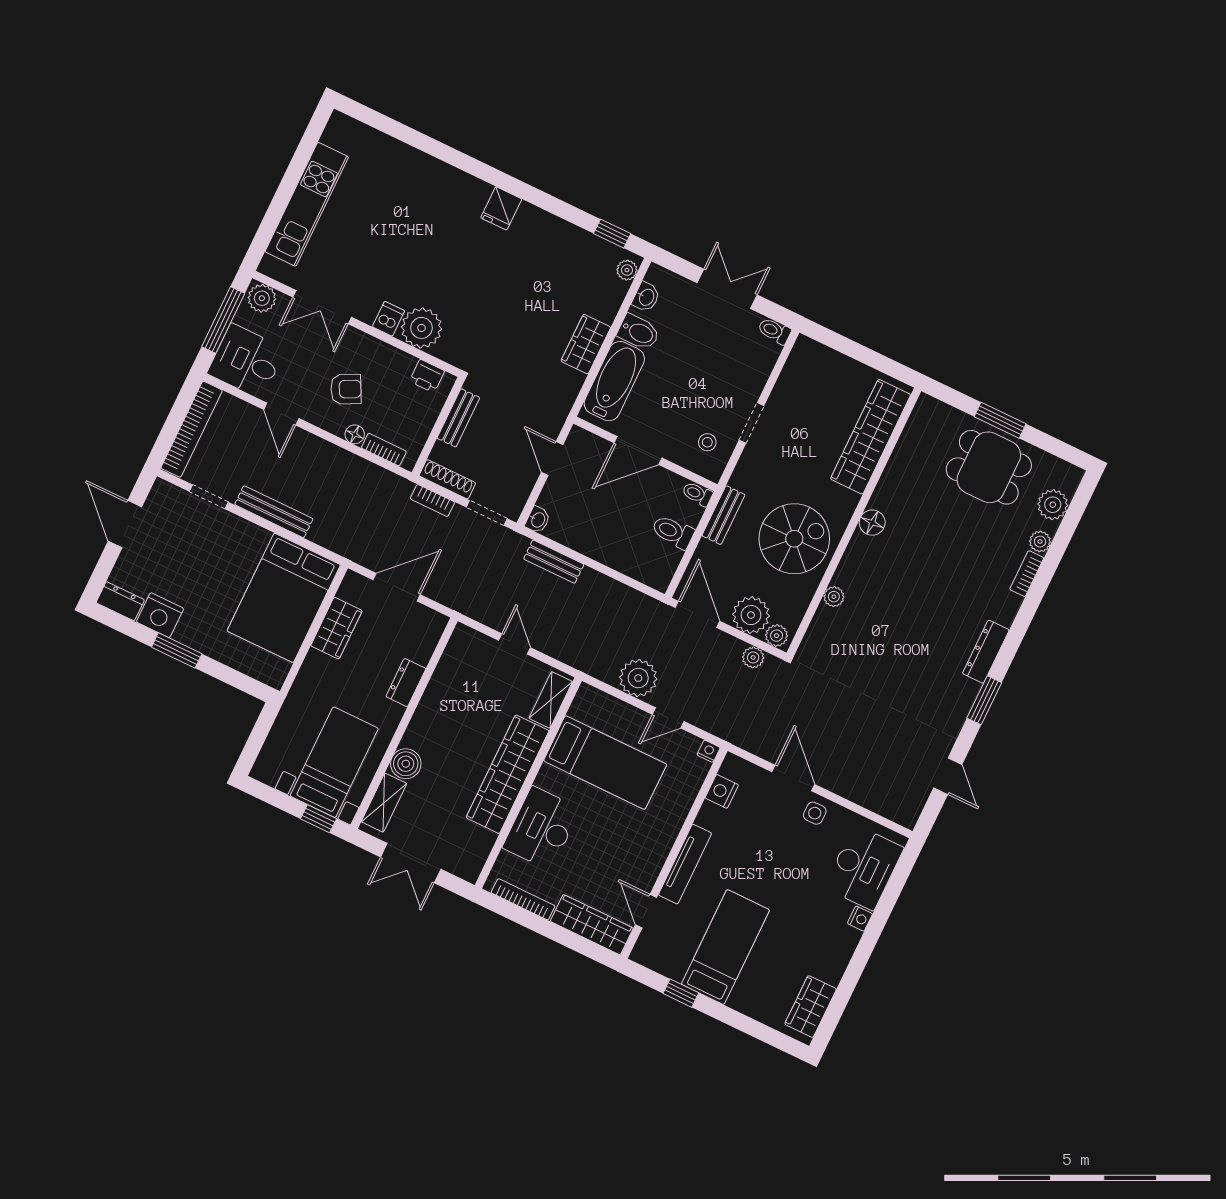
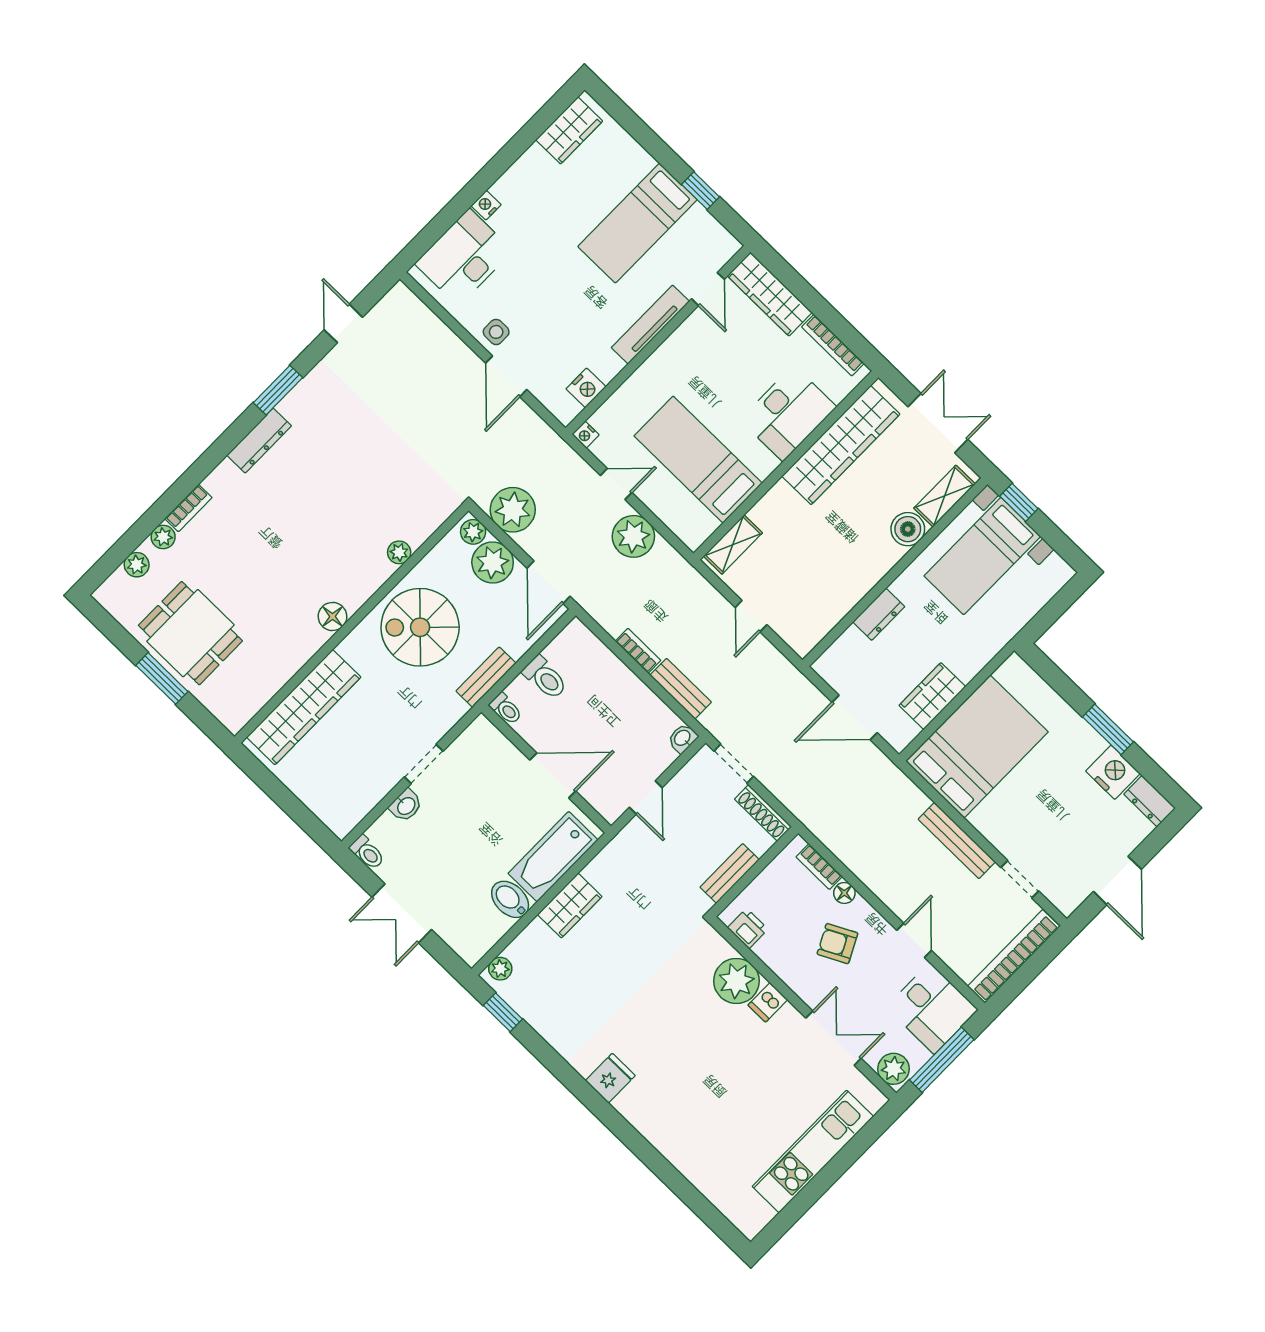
washbasin: (646, 297) -> (406, 806), moved, turned 180
stool: (707, 442) -> (477, 759), removed
bookcase: (432, 500) -> (638, 651), moved
plant: (1053, 505) -> (137, 565), width x0.73, depth x0.73
plant: (753, 657) -> (513, 510), width x1.88, depth x1.88
wardrobe: (507, 774) -> (841, 445), moved

